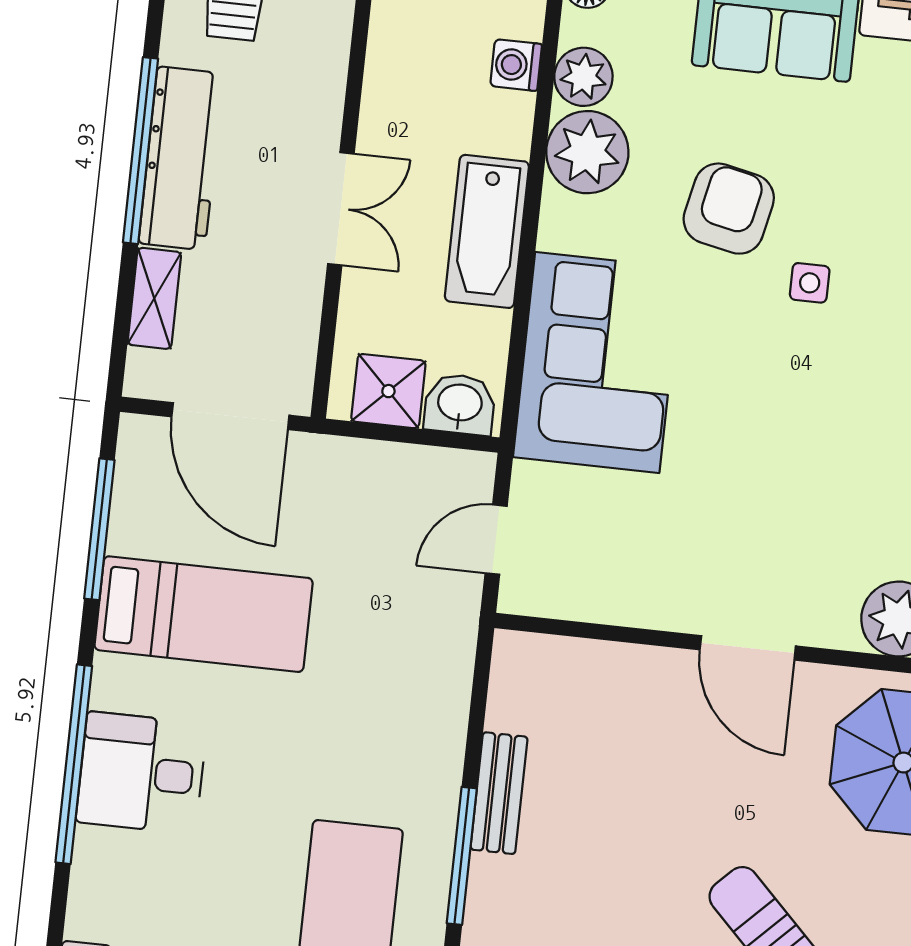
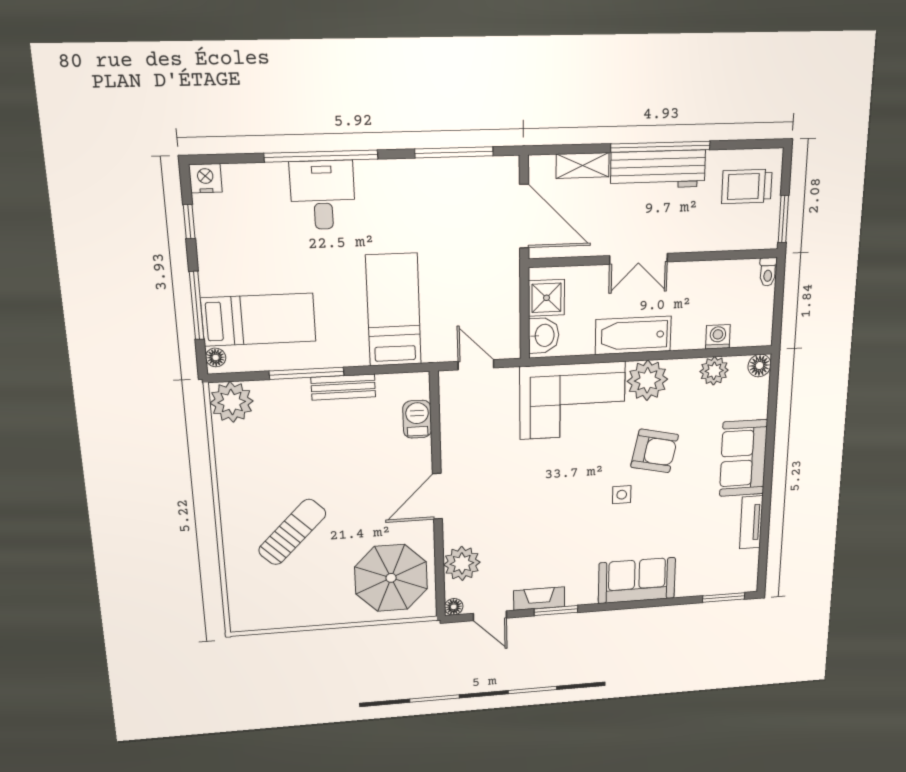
plant: (587, 152) -> (647, 380), moved
door: (230, 416) -> (524, 216), swing flipped
bed: (204, 614) -> (394, 310), moved, turned 180
barbecue: (585, 665) -> (417, 419), added

